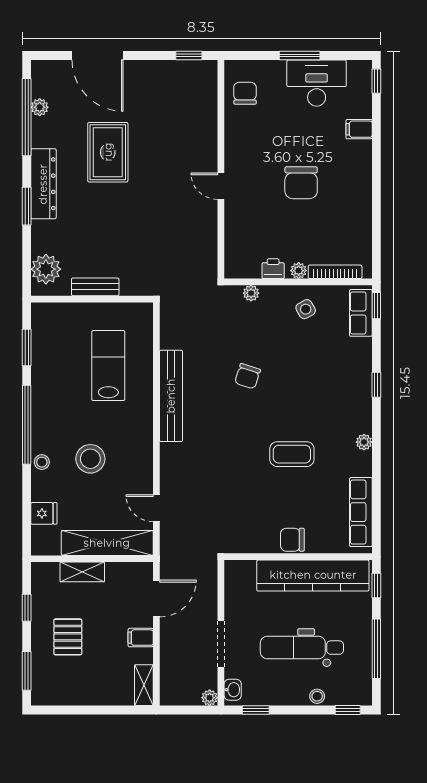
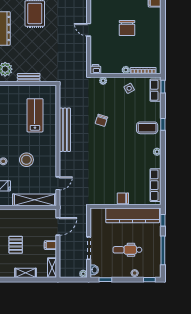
printer: (273, 269) -> (95, 69), moved
coffee table: (292, 454) -> (147, 128), moved
door: (156, 508) -> (58, 183), swing flipped
shelving: (82, 572) -> (26, 273), moved
dental chair: (302, 648) -> (127, 250), width x0.73, depth x0.72

